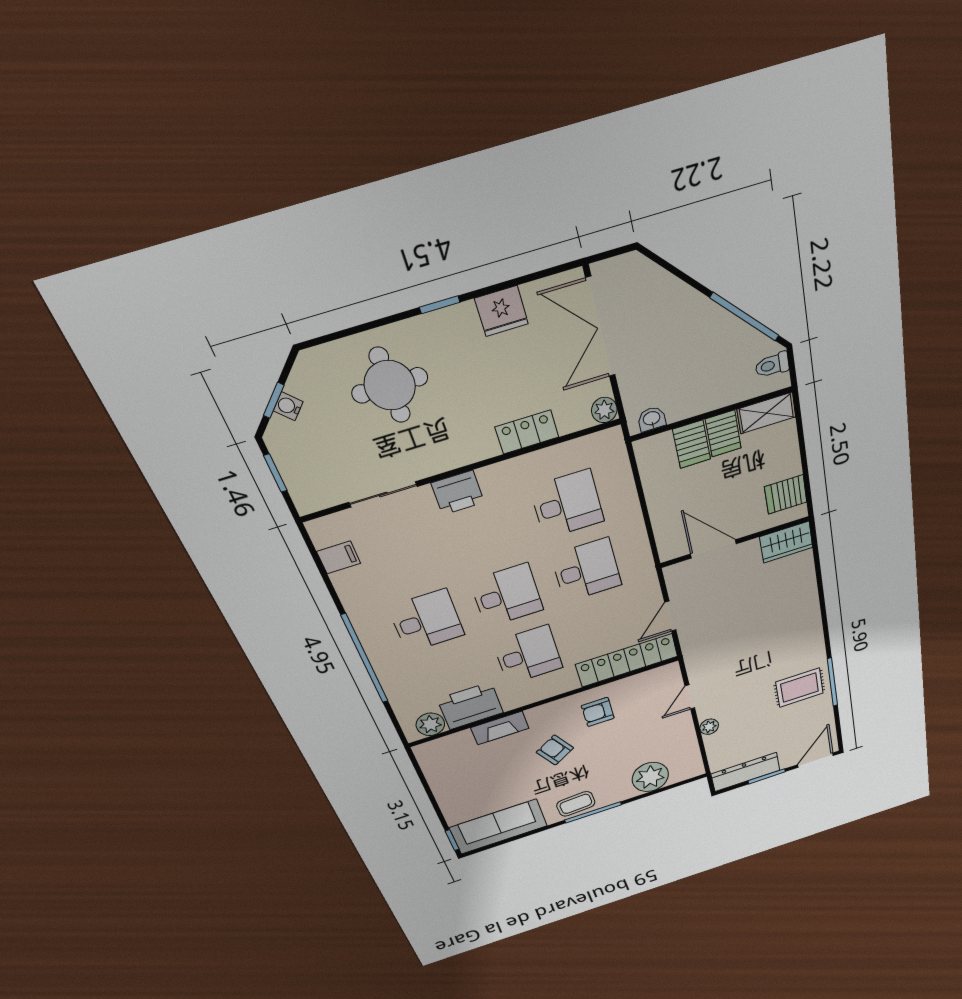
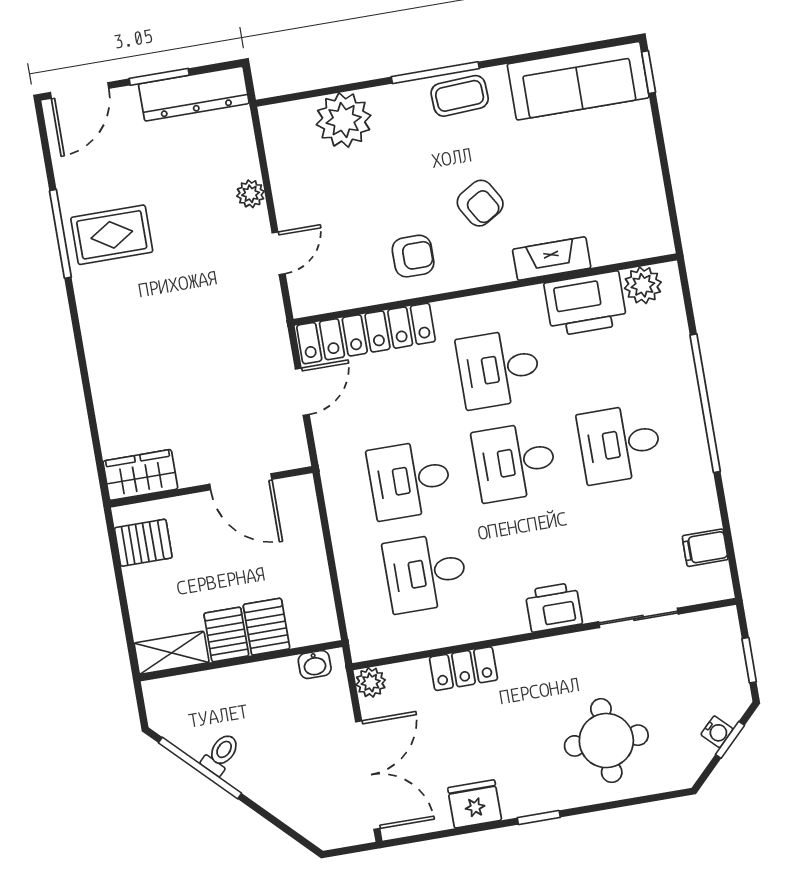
toilet: (772, 365) -> (221, 754), moved, turned -45

